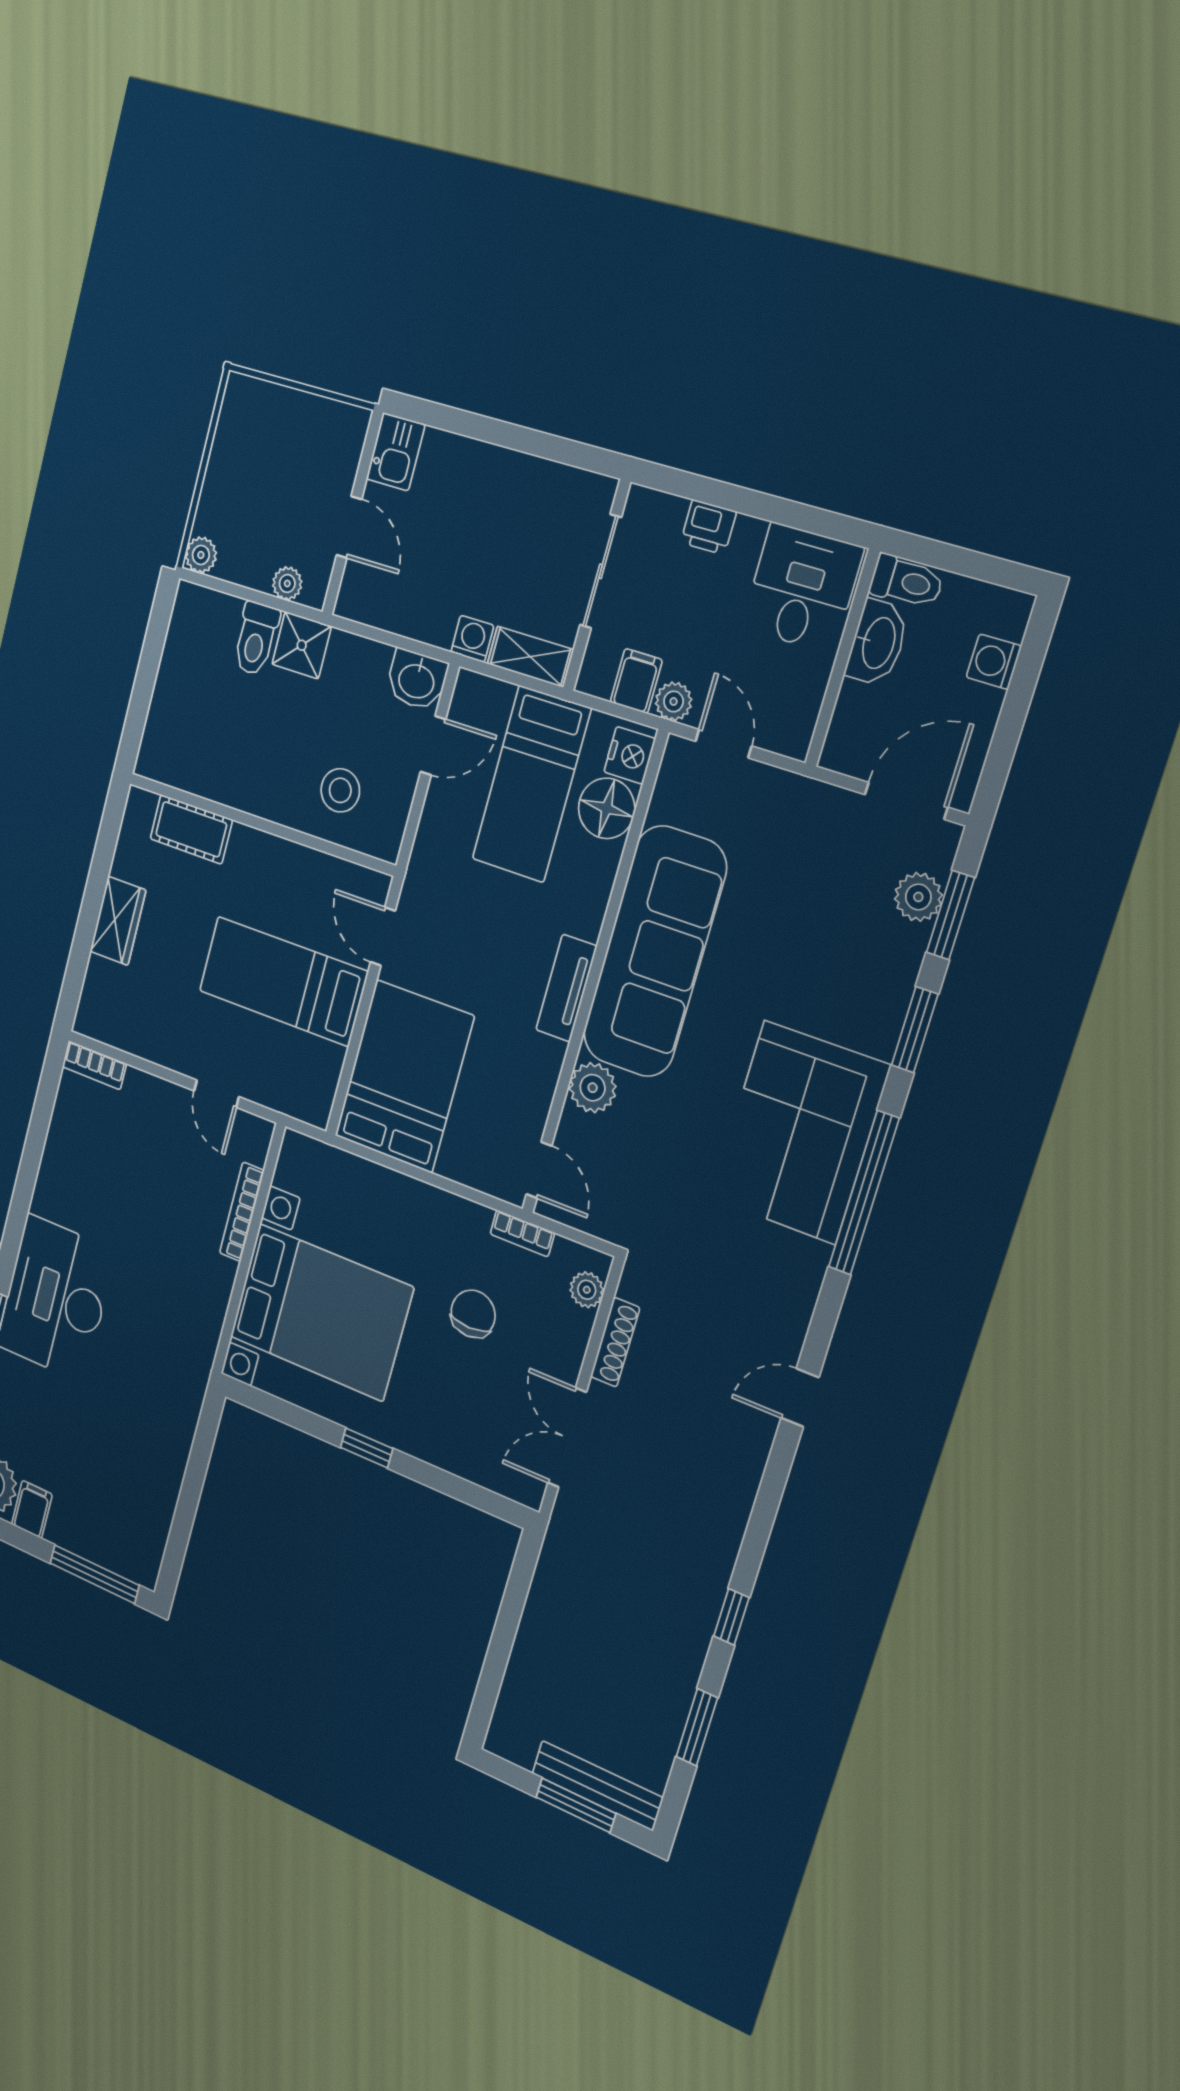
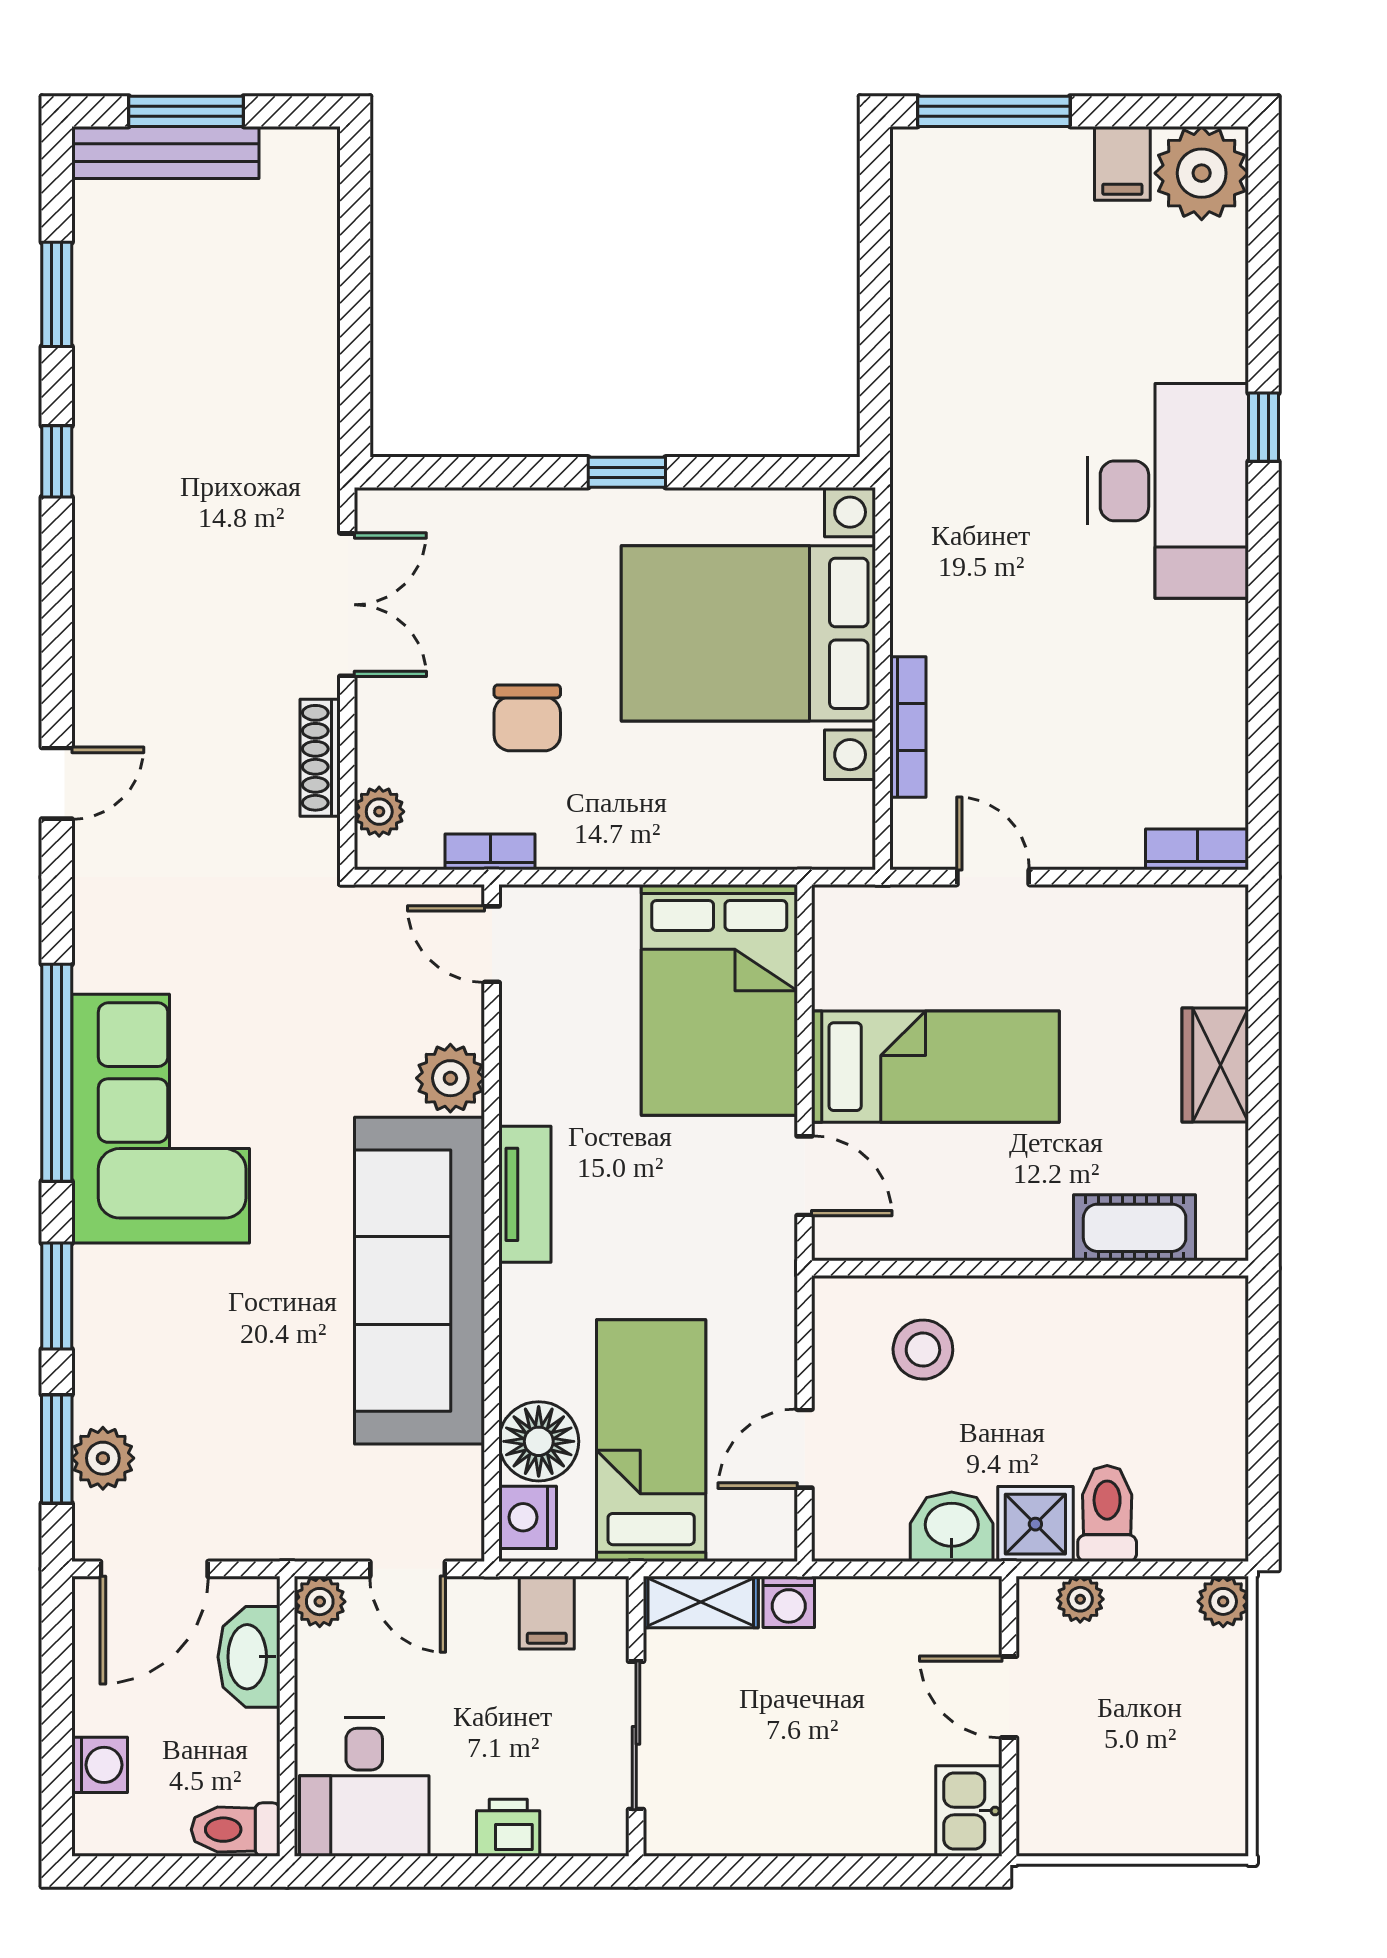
washbasin: (877, 643) -> (249, 1657), moved
washbasin: (417, 680) -> (952, 1527), moved
plant: (674, 701) -> (320, 1602), moved

